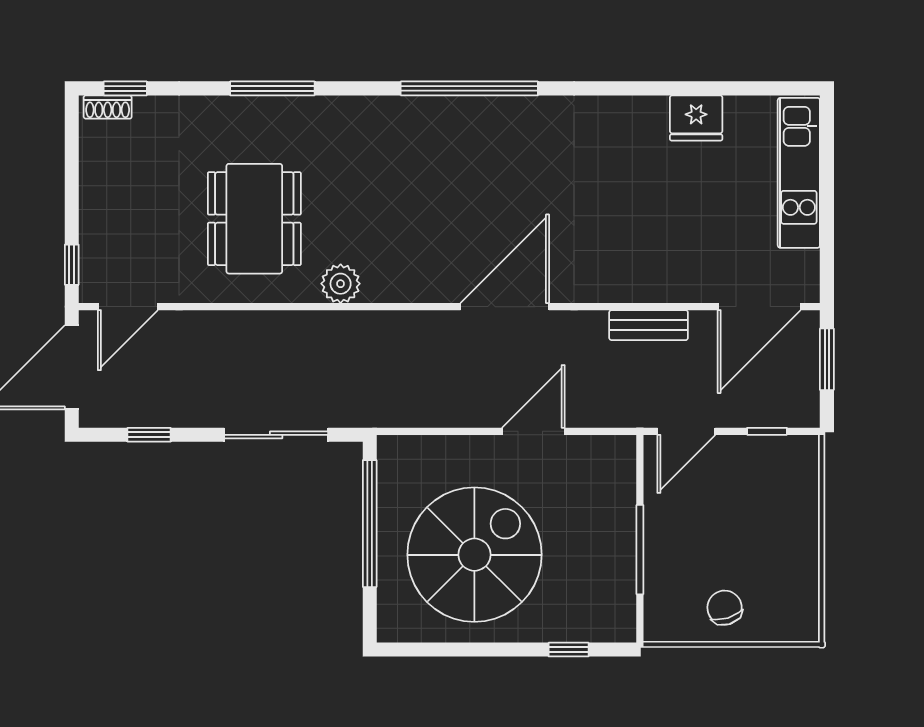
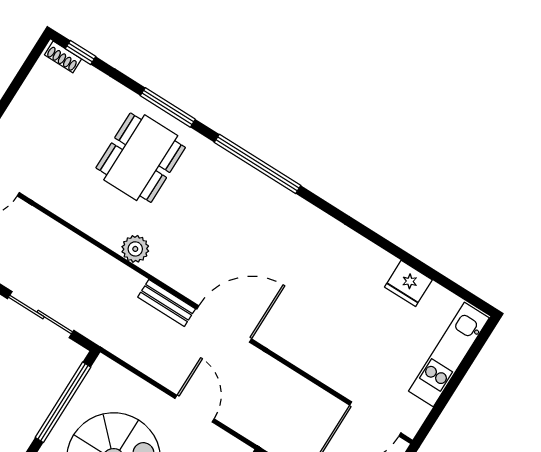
window: (469, 88) -> (258, 164), moved
dining table: (254, 219) -> (141, 158), moved
bench: (649, 325) -> (167, 303), moved
door: (533, 431) -> (195, 409), hinge flipped

